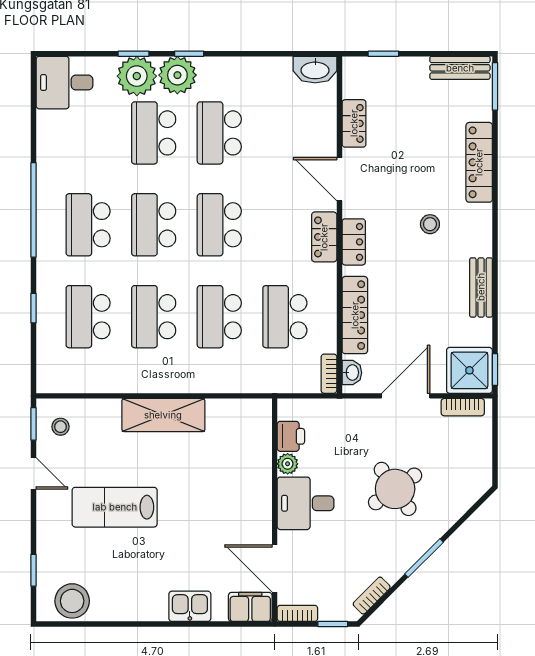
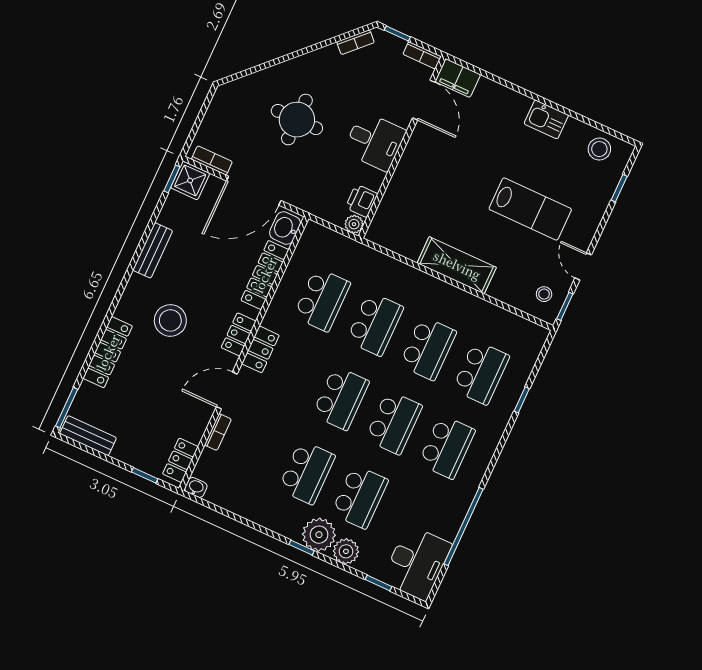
window: (134, 54) -> (379, 583), moved
washbasin: (315, 70) -> (196, 487), width x0.52, depth x0.69
plant: (137, 76) -> (346, 551), width x0.73, depth x0.73
desk: (64, 83) -> (417, 563), width x1.37
locker: (354, 123) -> (180, 460), moved
door: (339, 179) -> (227, 390), swing flipped
window: (34, 210) -> (464, 526), moved
stool: (430, 224) -> (170, 320), width x1.89, depth x1.89
shower: (469, 370) -> (190, 180), width x0.73, depth x0.73
washbasin: (352, 373) -> (285, 228), width x1.38, depth x1.45
bookcase: (329, 374) -> (218, 432), moved
door: (406, 396) -> (254, 191), width x1.36
plant: (288, 464) -> (354, 224), moved
round table: (395, 489) -> (297, 120), turned 35
window: (424, 558) -> (299, 53), removed
stool: (72, 601) -> (599, 149), width x0.73, depth x0.73
kitchen sink: (190, 606) -> (546, 119), moved

